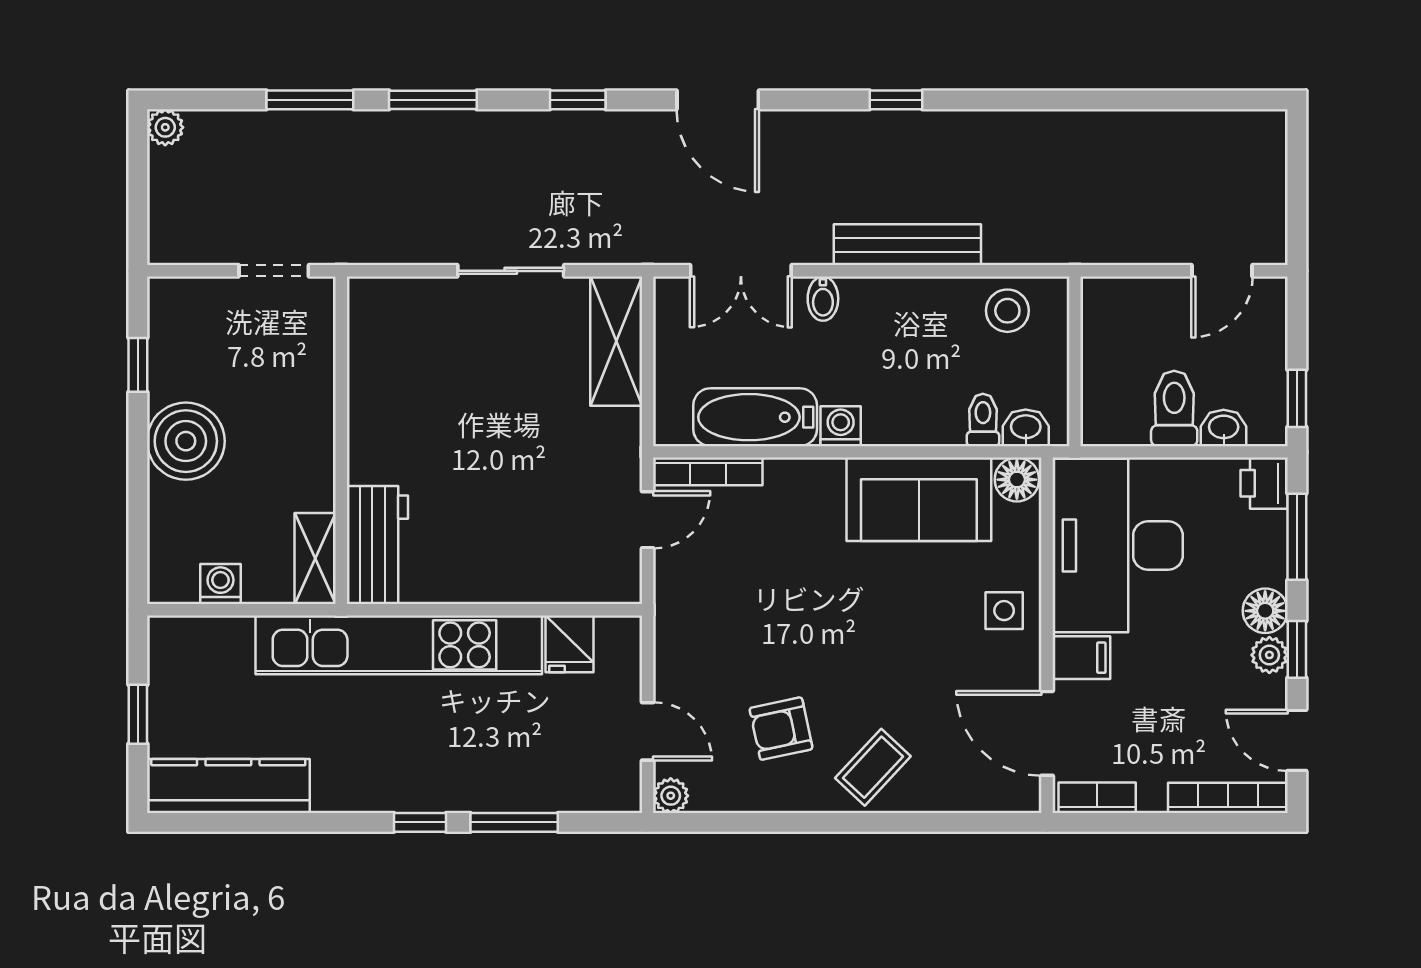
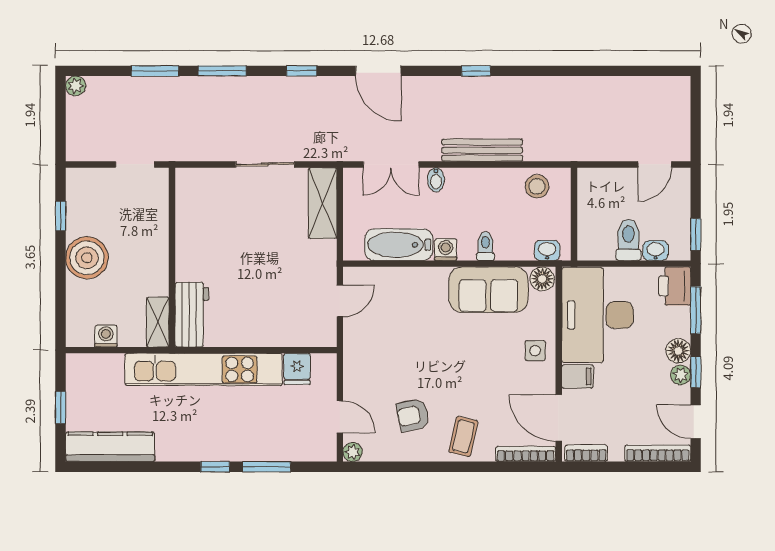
toilet: (983, 420) -> (485, 246), moved
bookcase: (708, 471) -> (526, 454), moved, turned 180
printer: (1264, 483) -> (675, 286), width x1.36, depth x1.24
coffee table: (873, 767) -> (463, 436), turned -30

